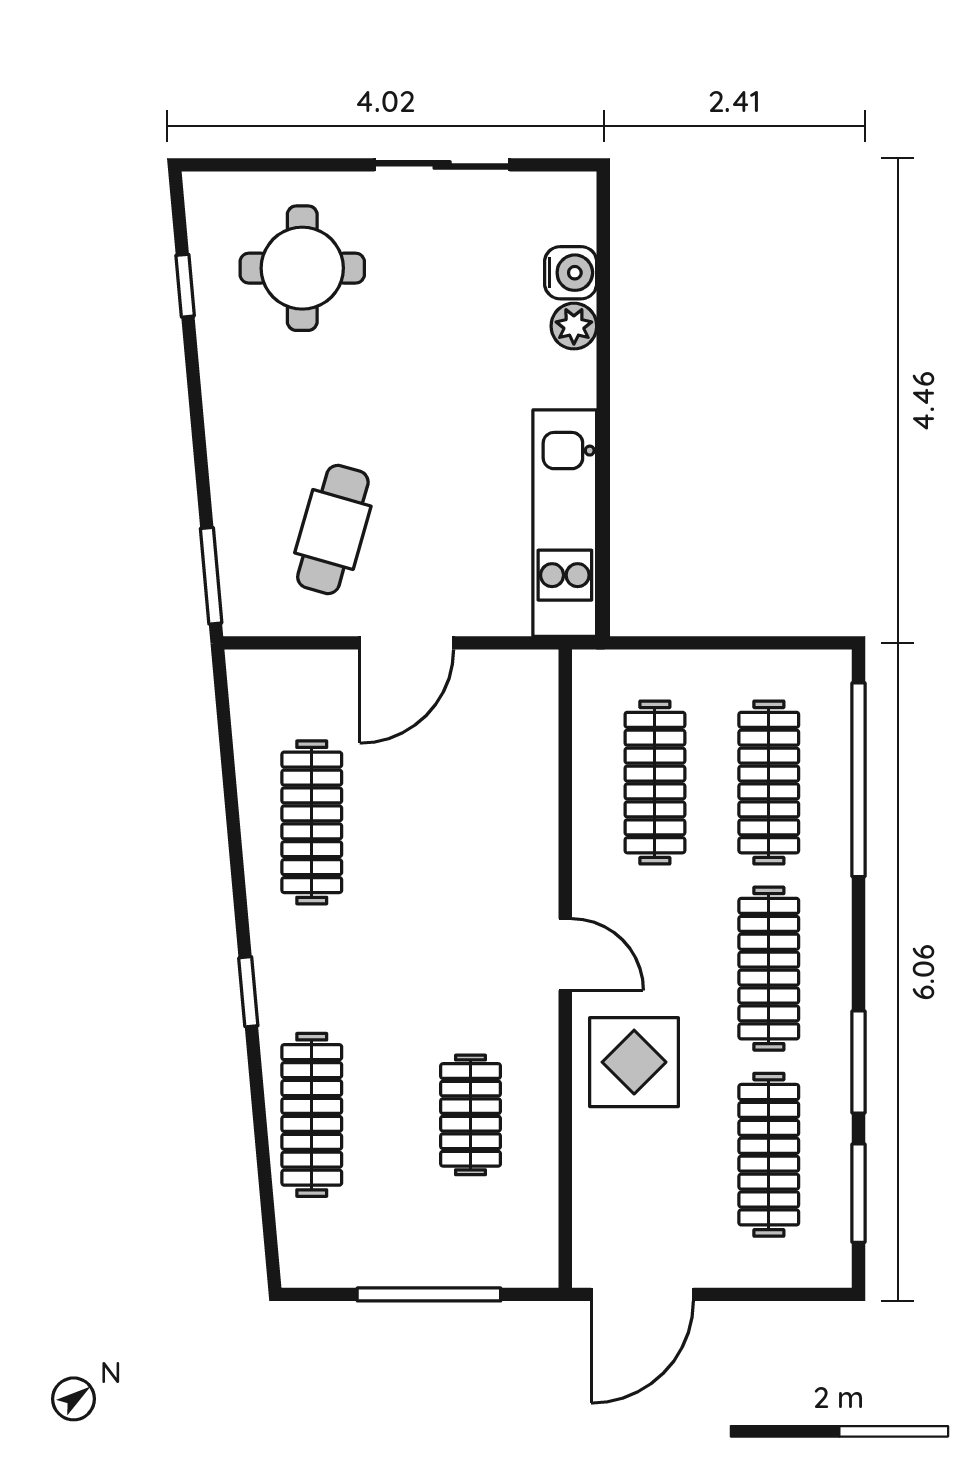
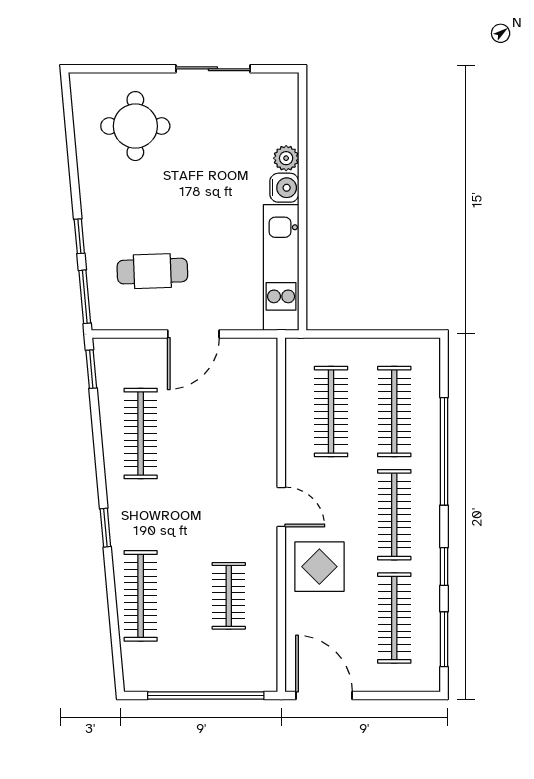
water cooler: (571, 273) -> (284, 188), moved
window: (185, 286) -> (79, 236), moved
cafe table: (333, 529) -> (152, 271), turned 72
window: (223, 706) -> (91, 369), added
window: (858, 780) -> (444, 451), moved
window: (858, 1062) -> (444, 567), width x0.67
window: (429, 1294) -> (206, 696), width x1.46
door: (642, 1294) -> (324, 696), swing flipped

